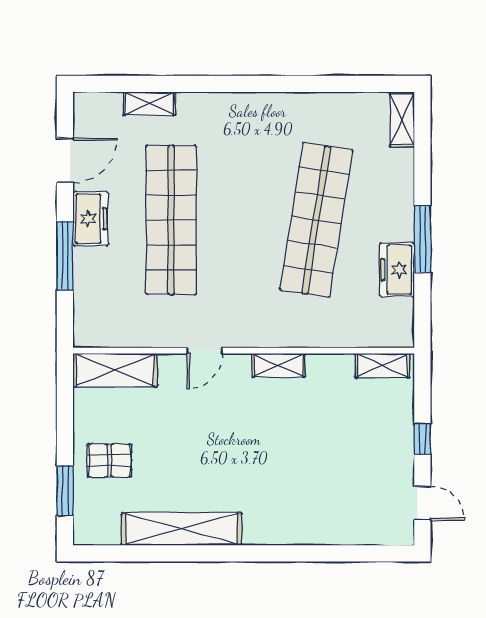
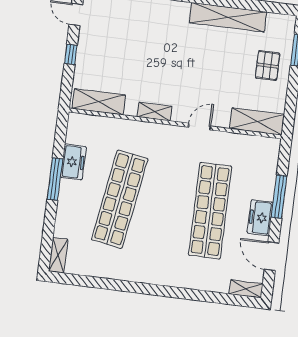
shelving: (149, 104) -> (246, 289), moved
door: (65, 160) -> (272, 256), hinge flipped
shelving: (382, 366) -> (99, 102), width x1.50, depth x1.33
pallet: (109, 461) -> (268, 66), turned 90

